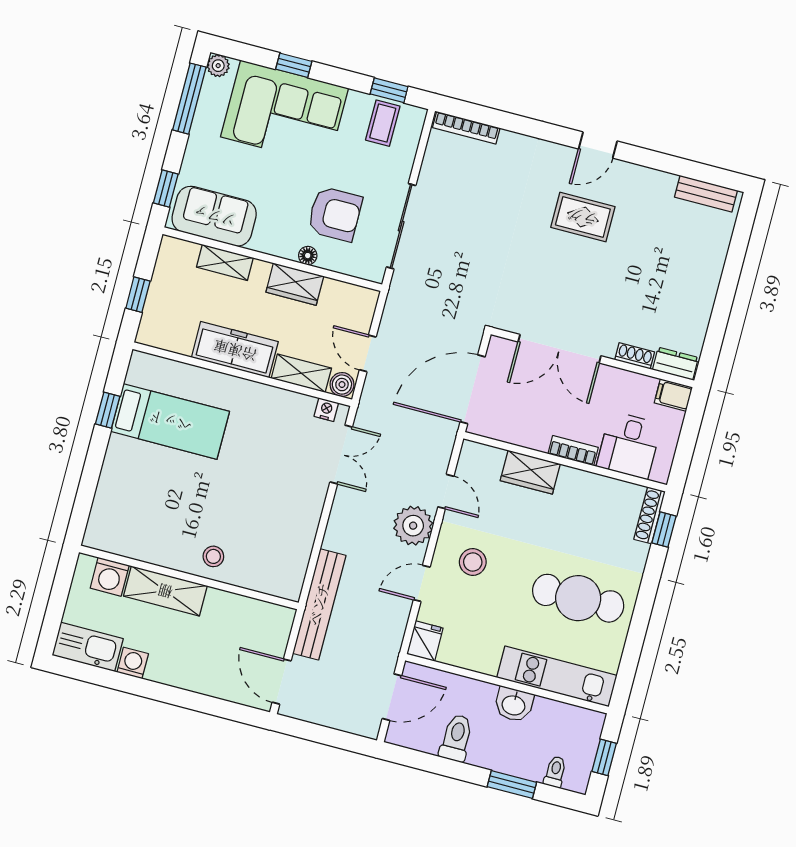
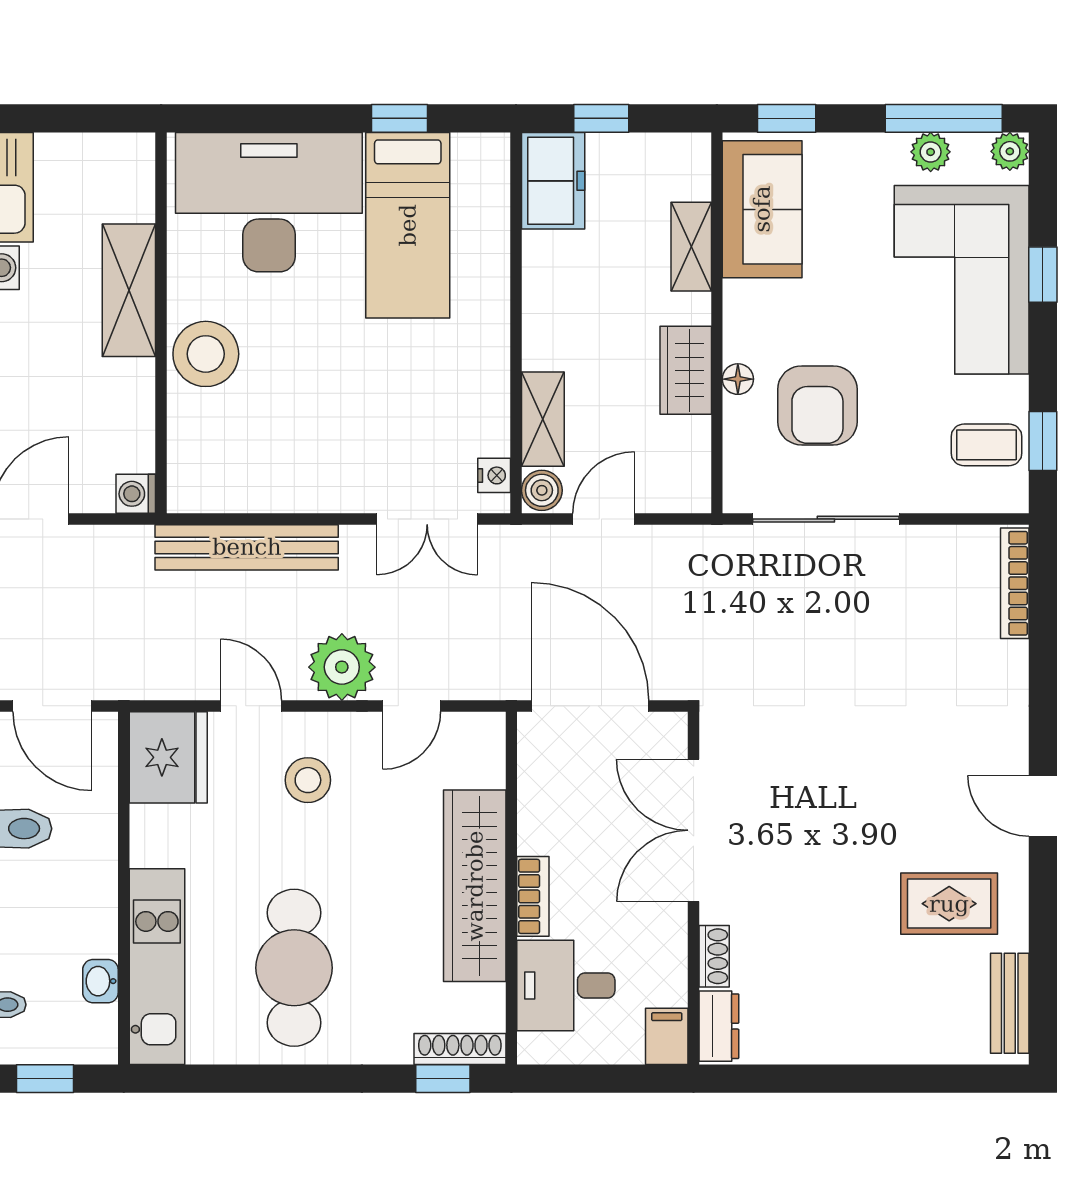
plant: (207, 111) -> (931, 152), added
rug: (583, 217) -> (949, 904), moved, turned 90
freezer: (235, 350) -> (553, 181), moved, width x0.71
wardrobe: (530, 472) -> (475, 886), width x2.10, depth x1.17
desk: (136, 497) -> (269, 202), added
stool: (213, 556) -> (206, 354), width x1.89, depth x1.89
washing machine: (110, 577) -> (136, 494), moved, width x0.73, depth x0.73
bench: (319, 604) -> (247, 547), moved
fridge: (425, 641) -> (168, 757), width x1.88, depth x1.34
washbasin: (514, 705) -> (100, 981), moved, width x0.72, depth x0.69

